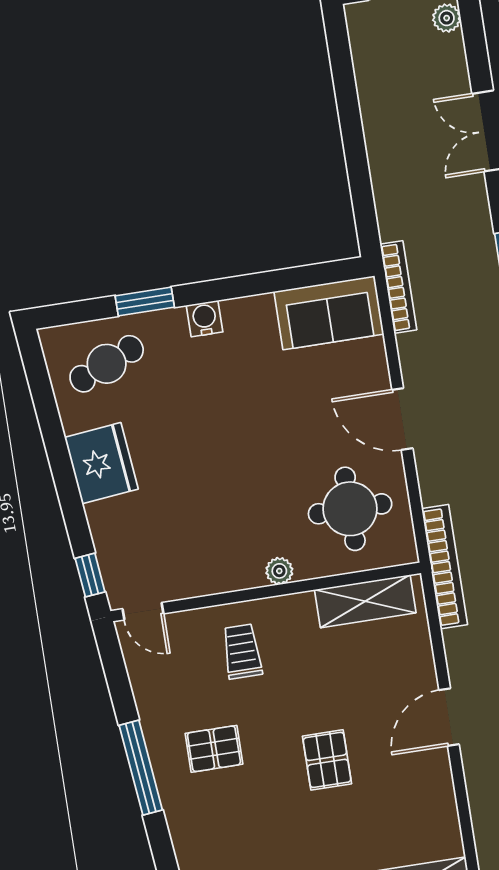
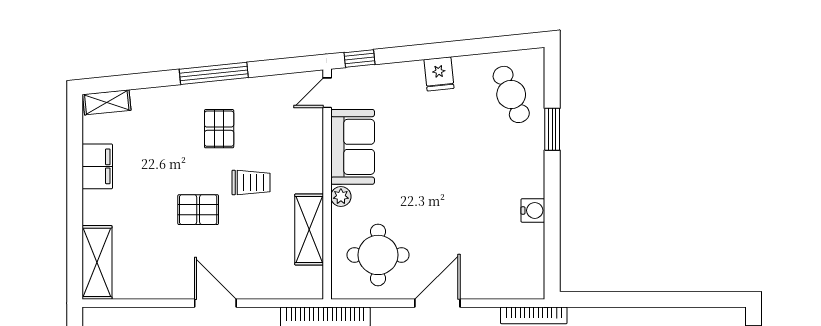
sofa: (329, 313) -> (353, 147), moved, turned 180
water cooler: (205, 319) -> (533, 210), moved
fridge: (101, 463) -> (439, 74), width x0.53, depth x0.75
shelving: (365, 601) -> (309, 229), moved
trolley: (242, 652) -> (251, 183), moved

